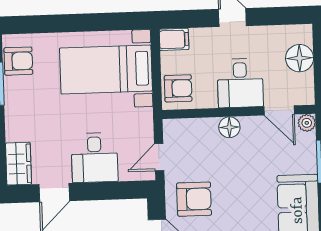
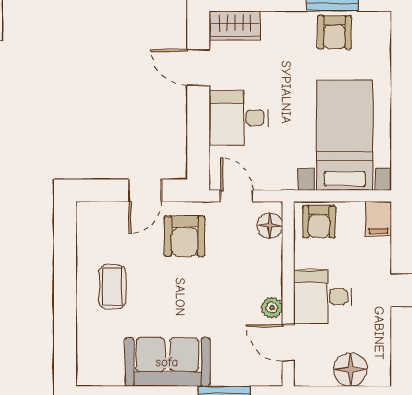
armchair: (18, 61) -> (334, 32), moved
door: (279, 110) -> (288, 343), hinge flipped
plant: (307, 123) -> (272, 308), moved
floor lamp: (229, 127) -> (270, 226), moved

